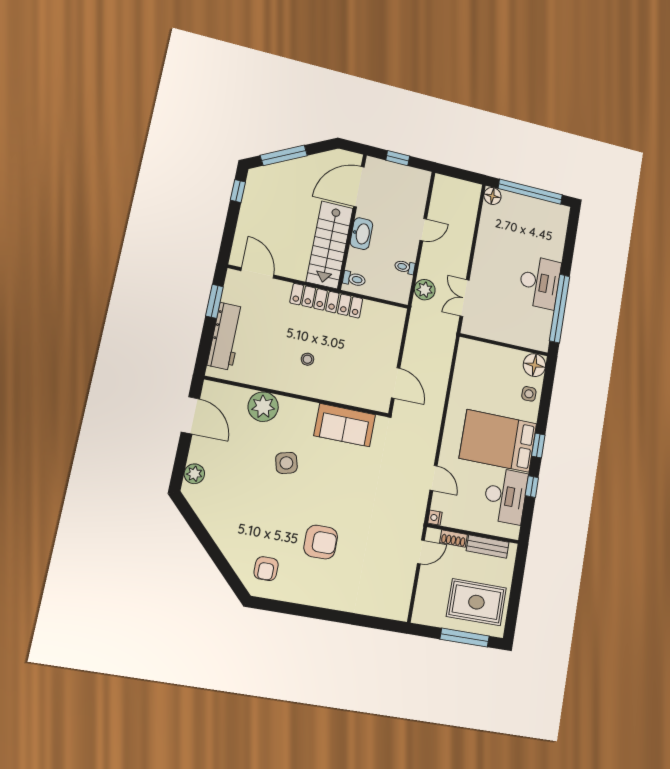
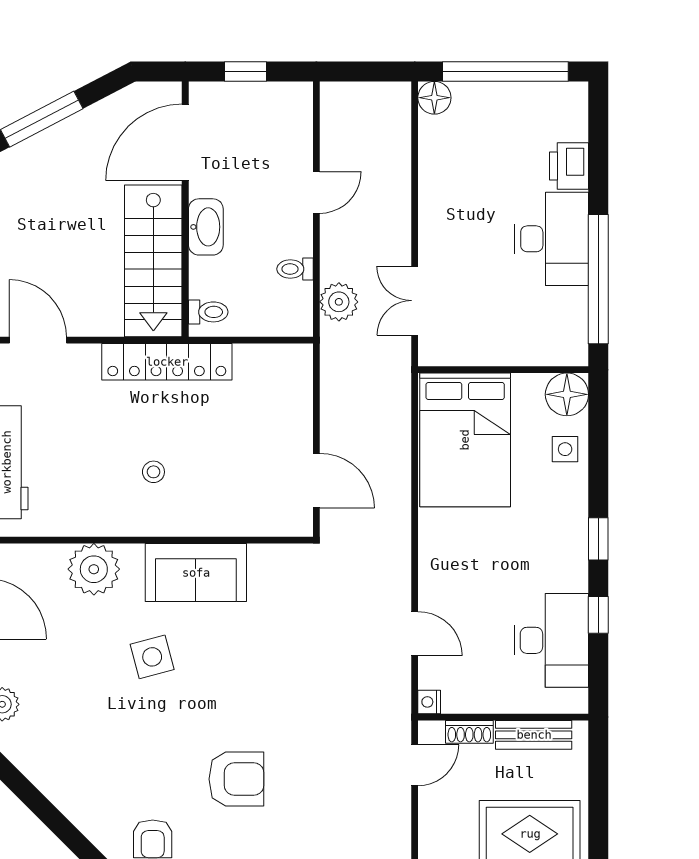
printer: (554, 247) -> (569, 166), added
sofa: (345, 425) -> (196, 573), moved
bed: (498, 441) -> (465, 440), moved, turned -90

